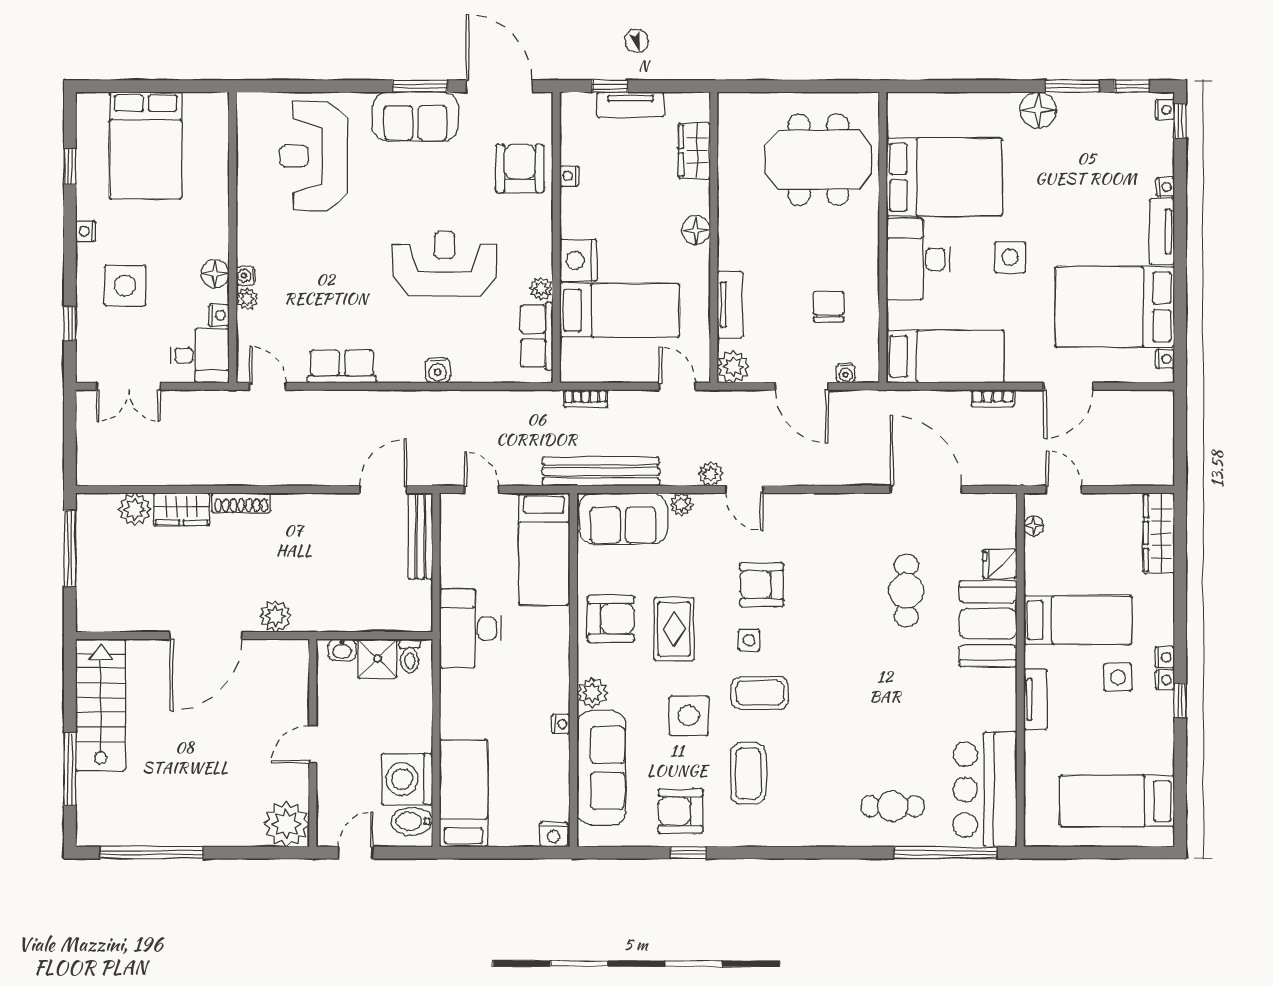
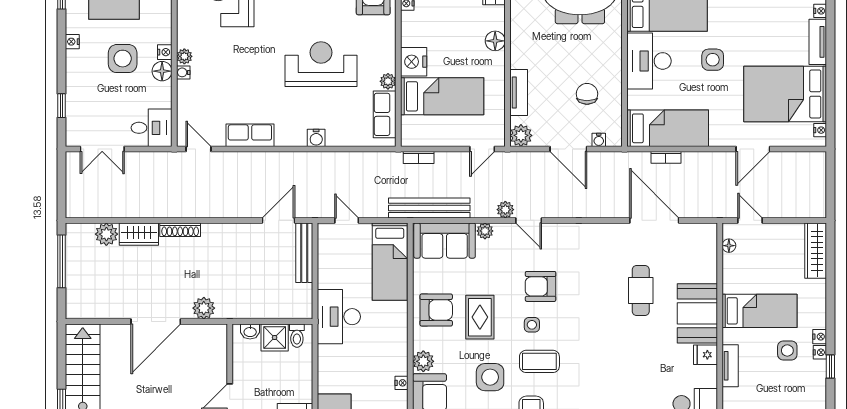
side table: (125, 285) -> (123, 59), moved
plant: (247, 299) -> (184, 56), moved
nightstand: (219, 315) -> (165, 52), moved
door: (677, 386) -> (482, 149), swing flipped
bookcase: (993, 398) -> (666, 157), moved
fridge: (1000, 564) -> (705, 355), moved

